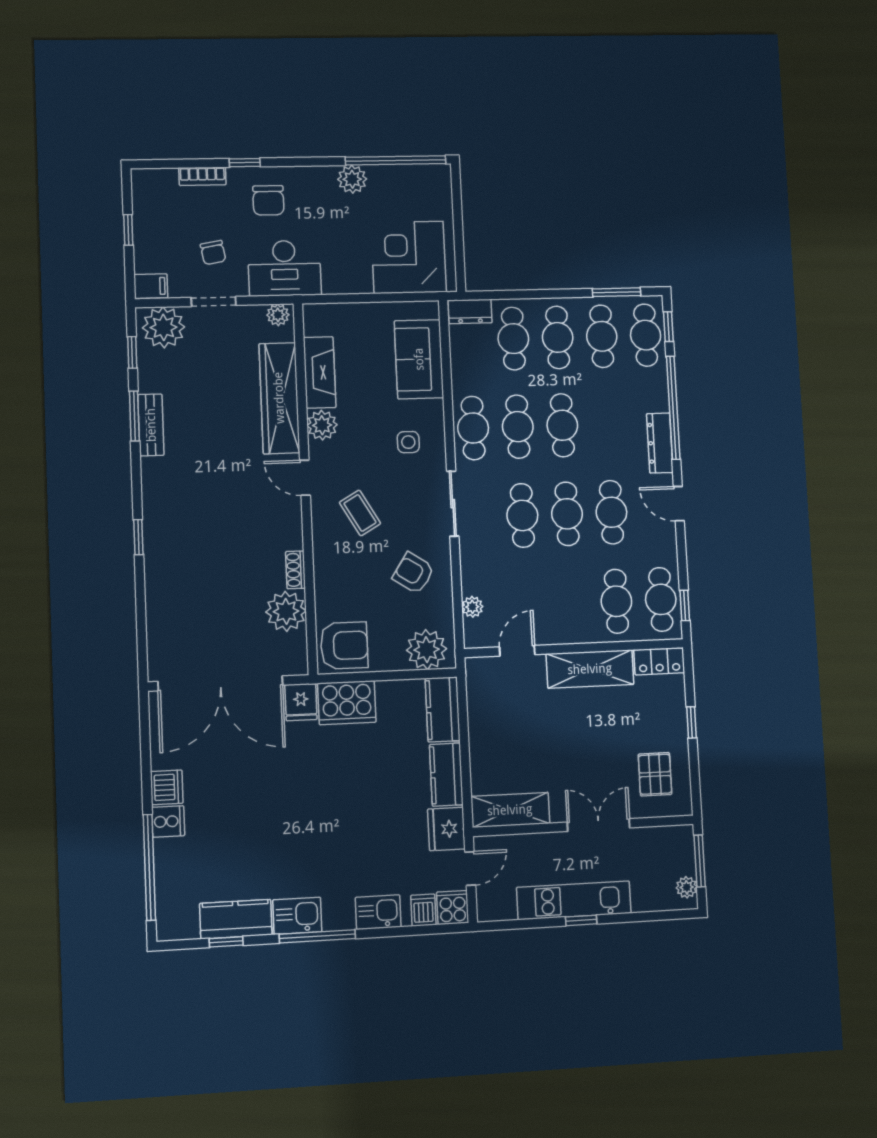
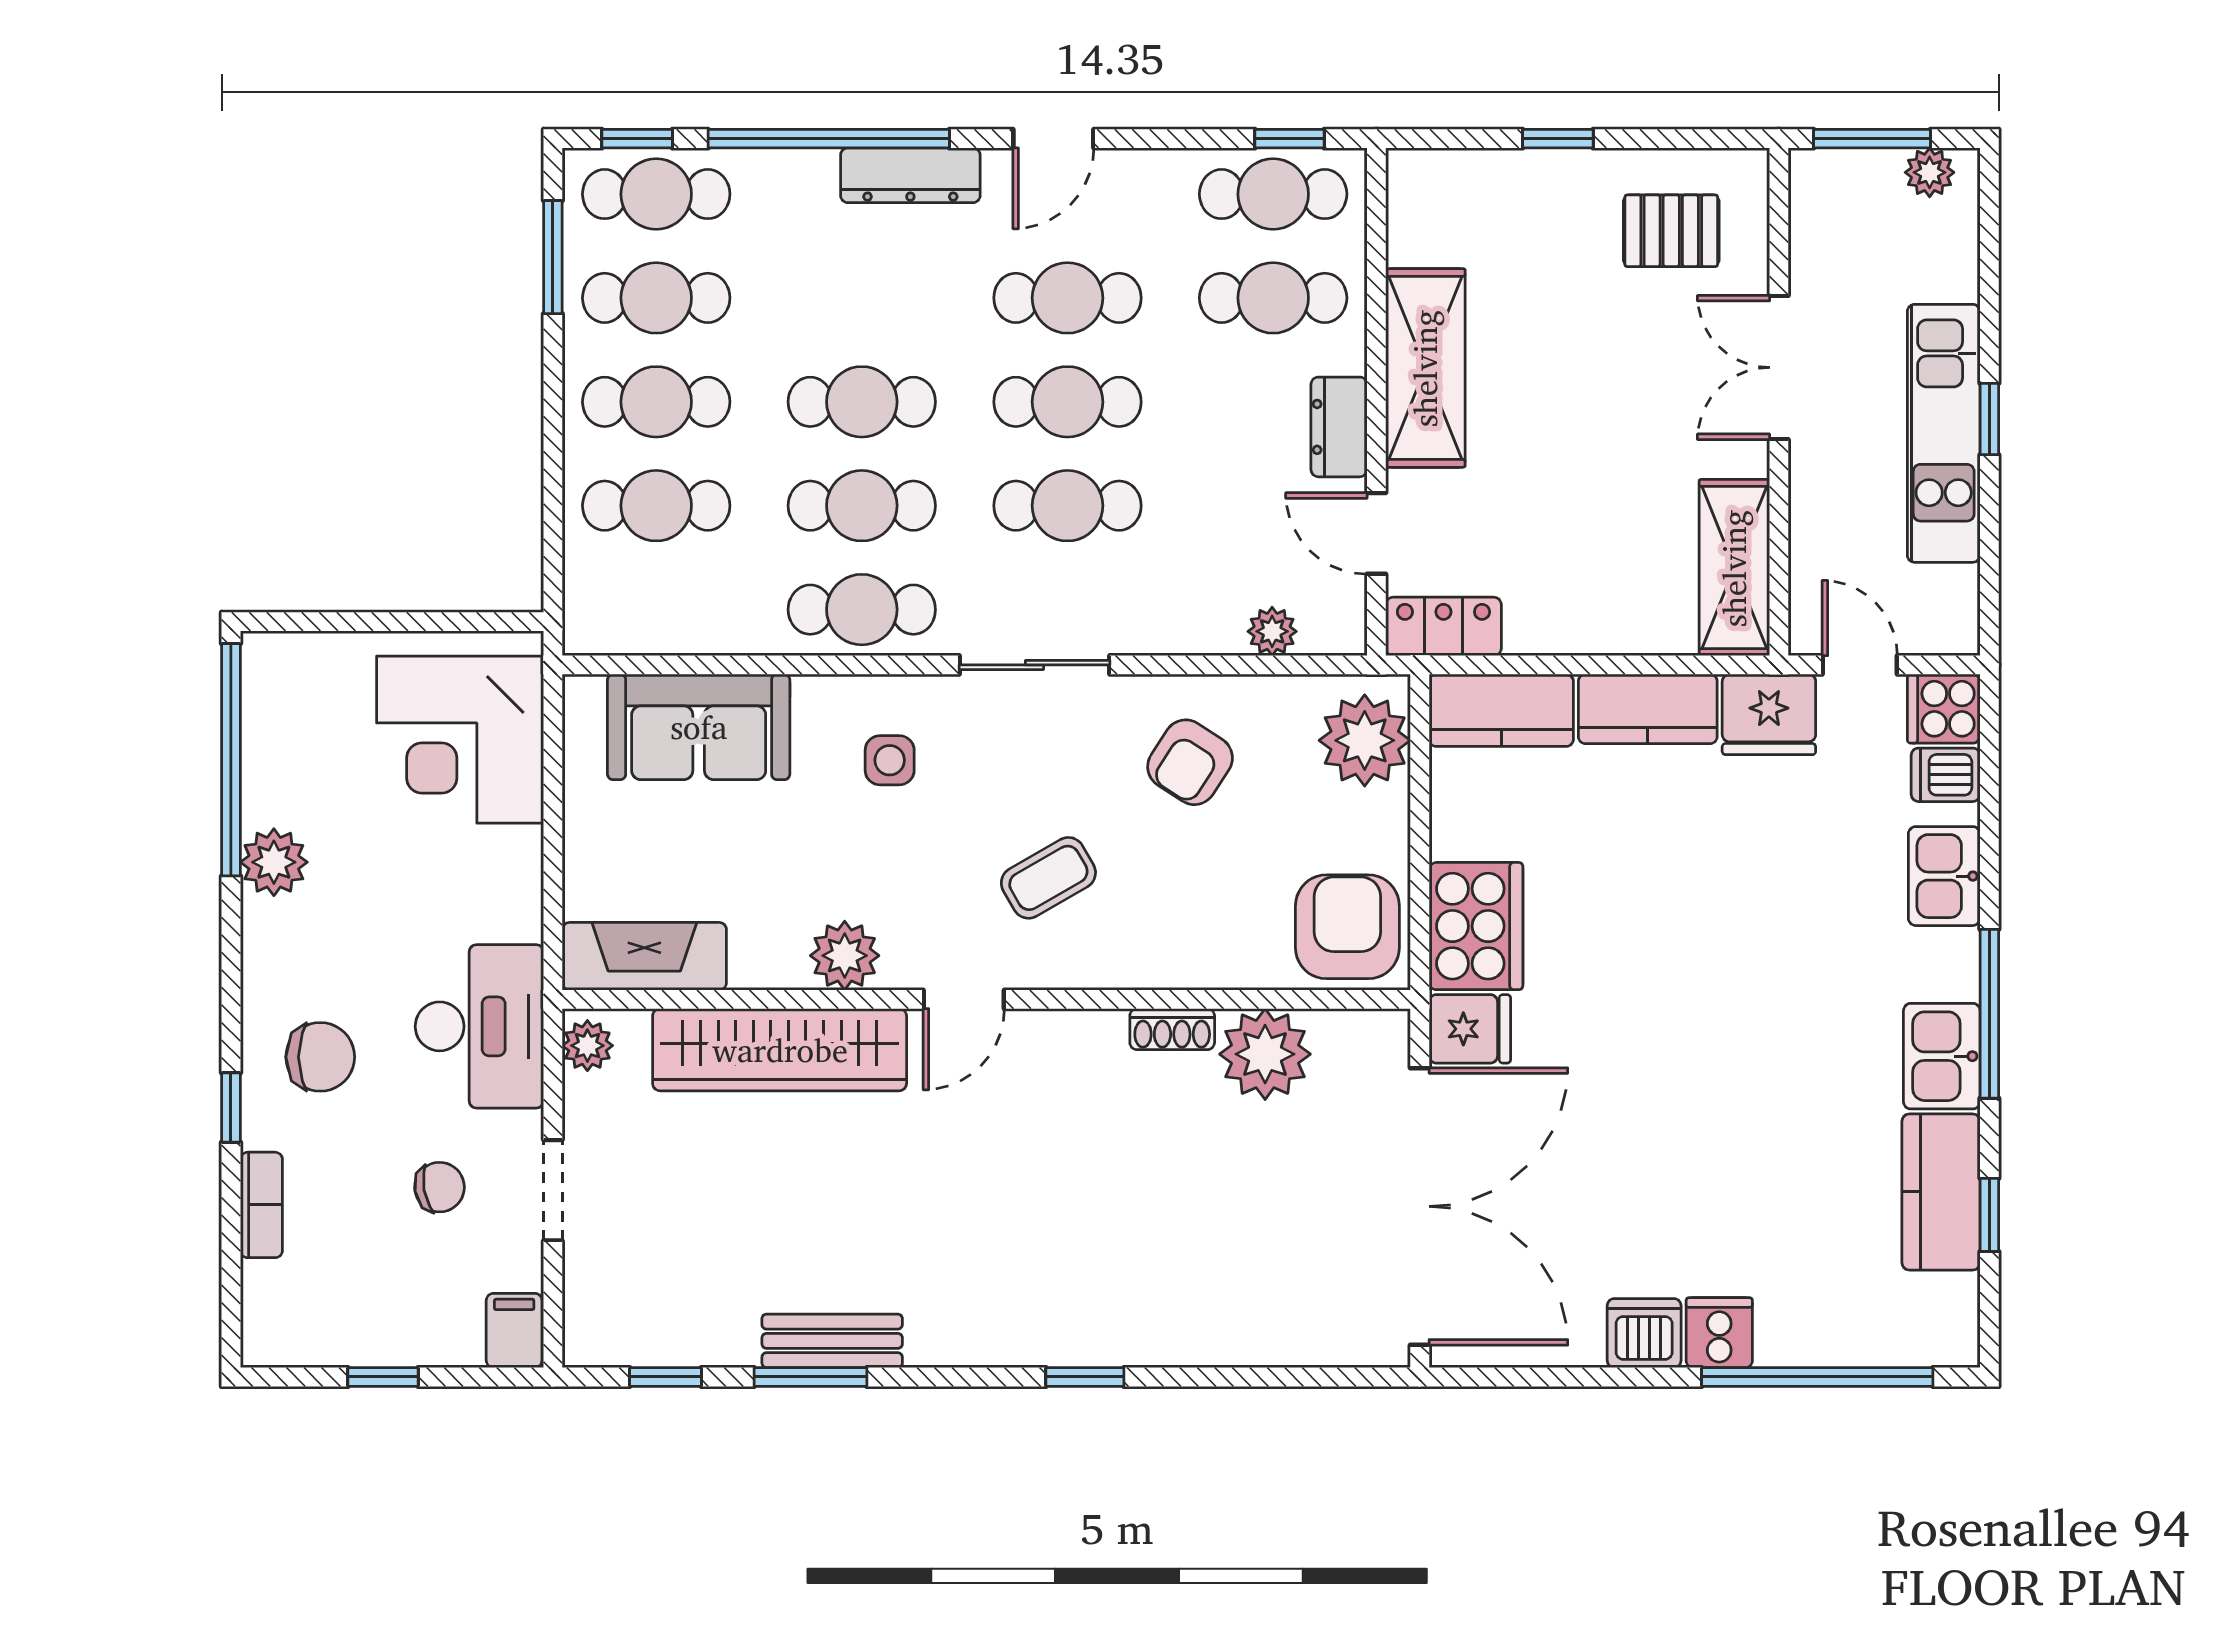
dresser: (470, 311) -> (1339, 427), moved, turned 180
plant: (164, 327) -> (610, 1305), removed
fireplace: (320, 372) -> (644, 956), moved
locker: (659, 661) -> (1443, 626), moved, turned -90

